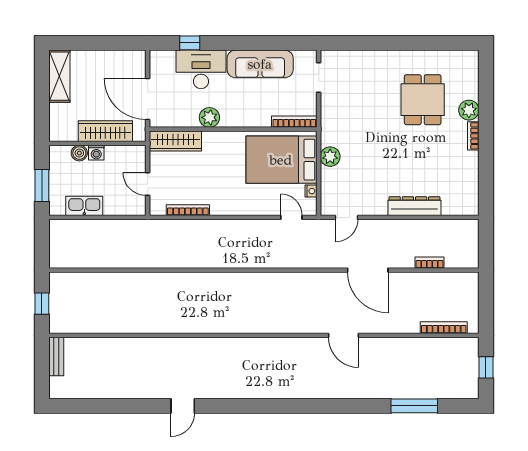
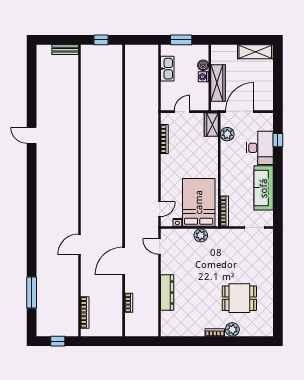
plant: (209, 117) -> (227, 134), moved
wardrobe: (175, 141) -> (211, 125), width x0.67

